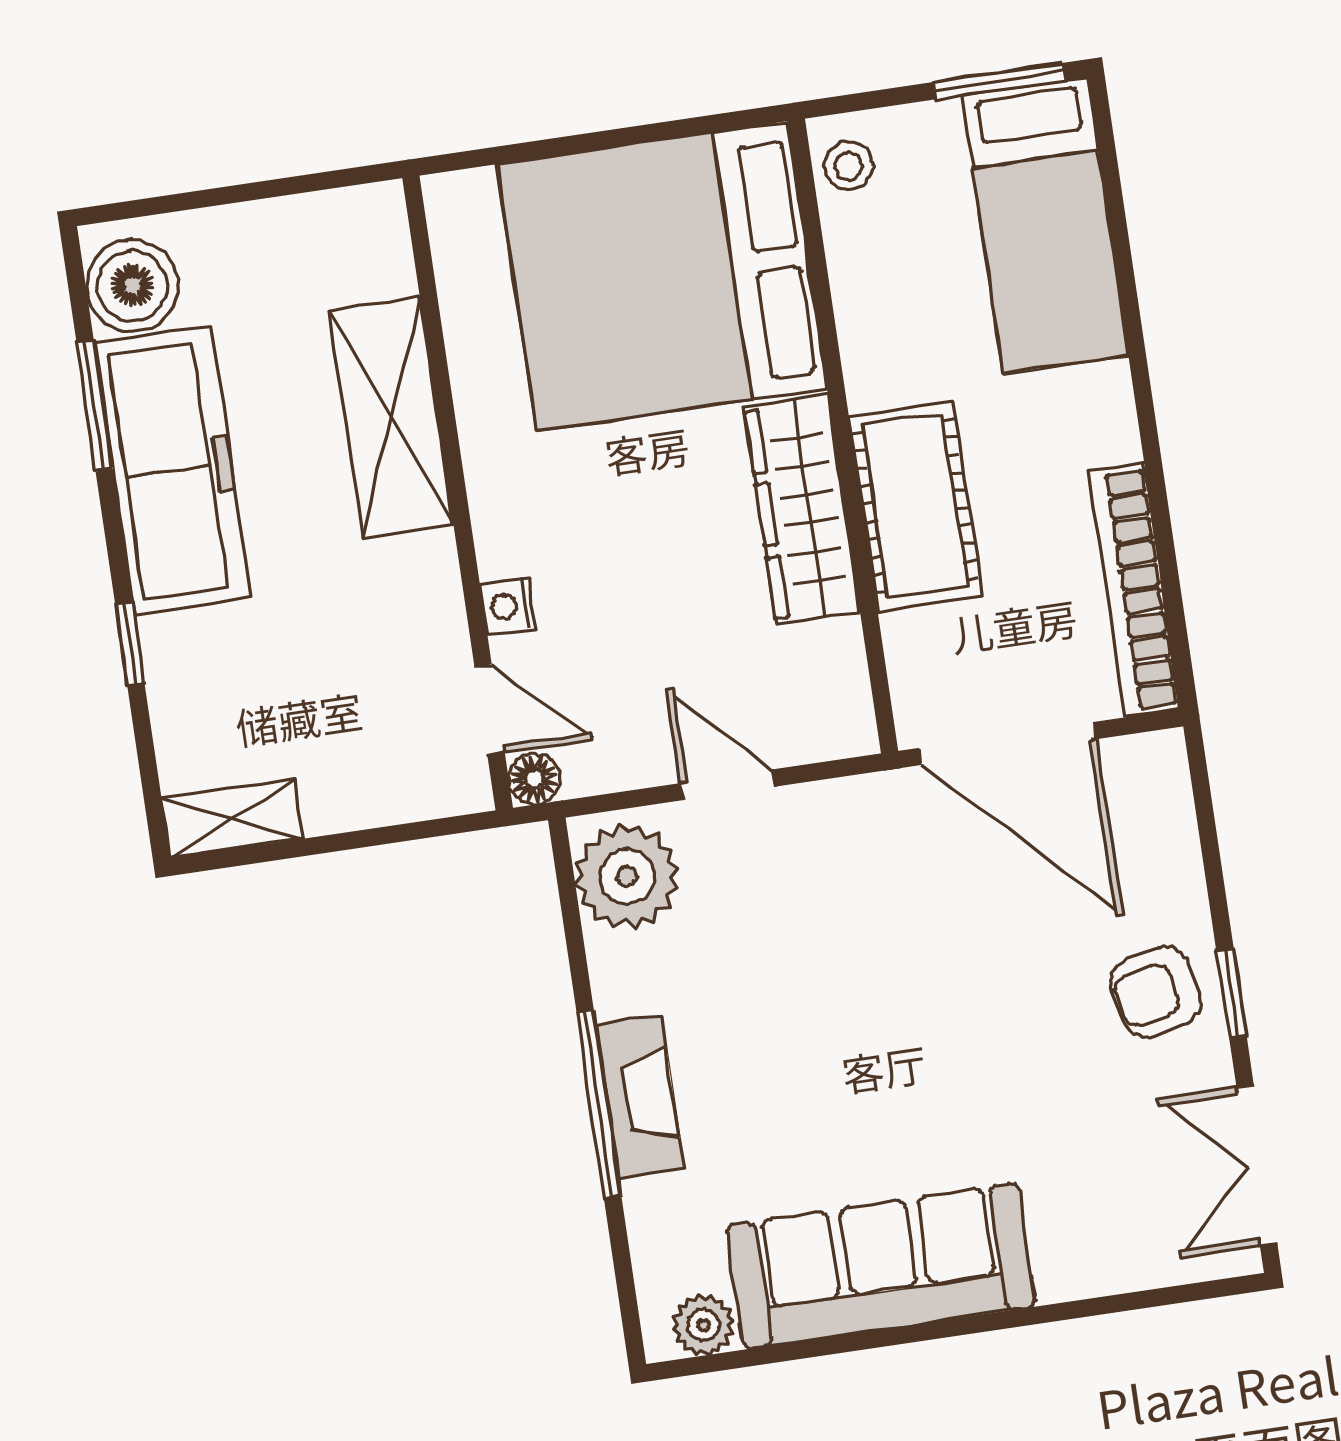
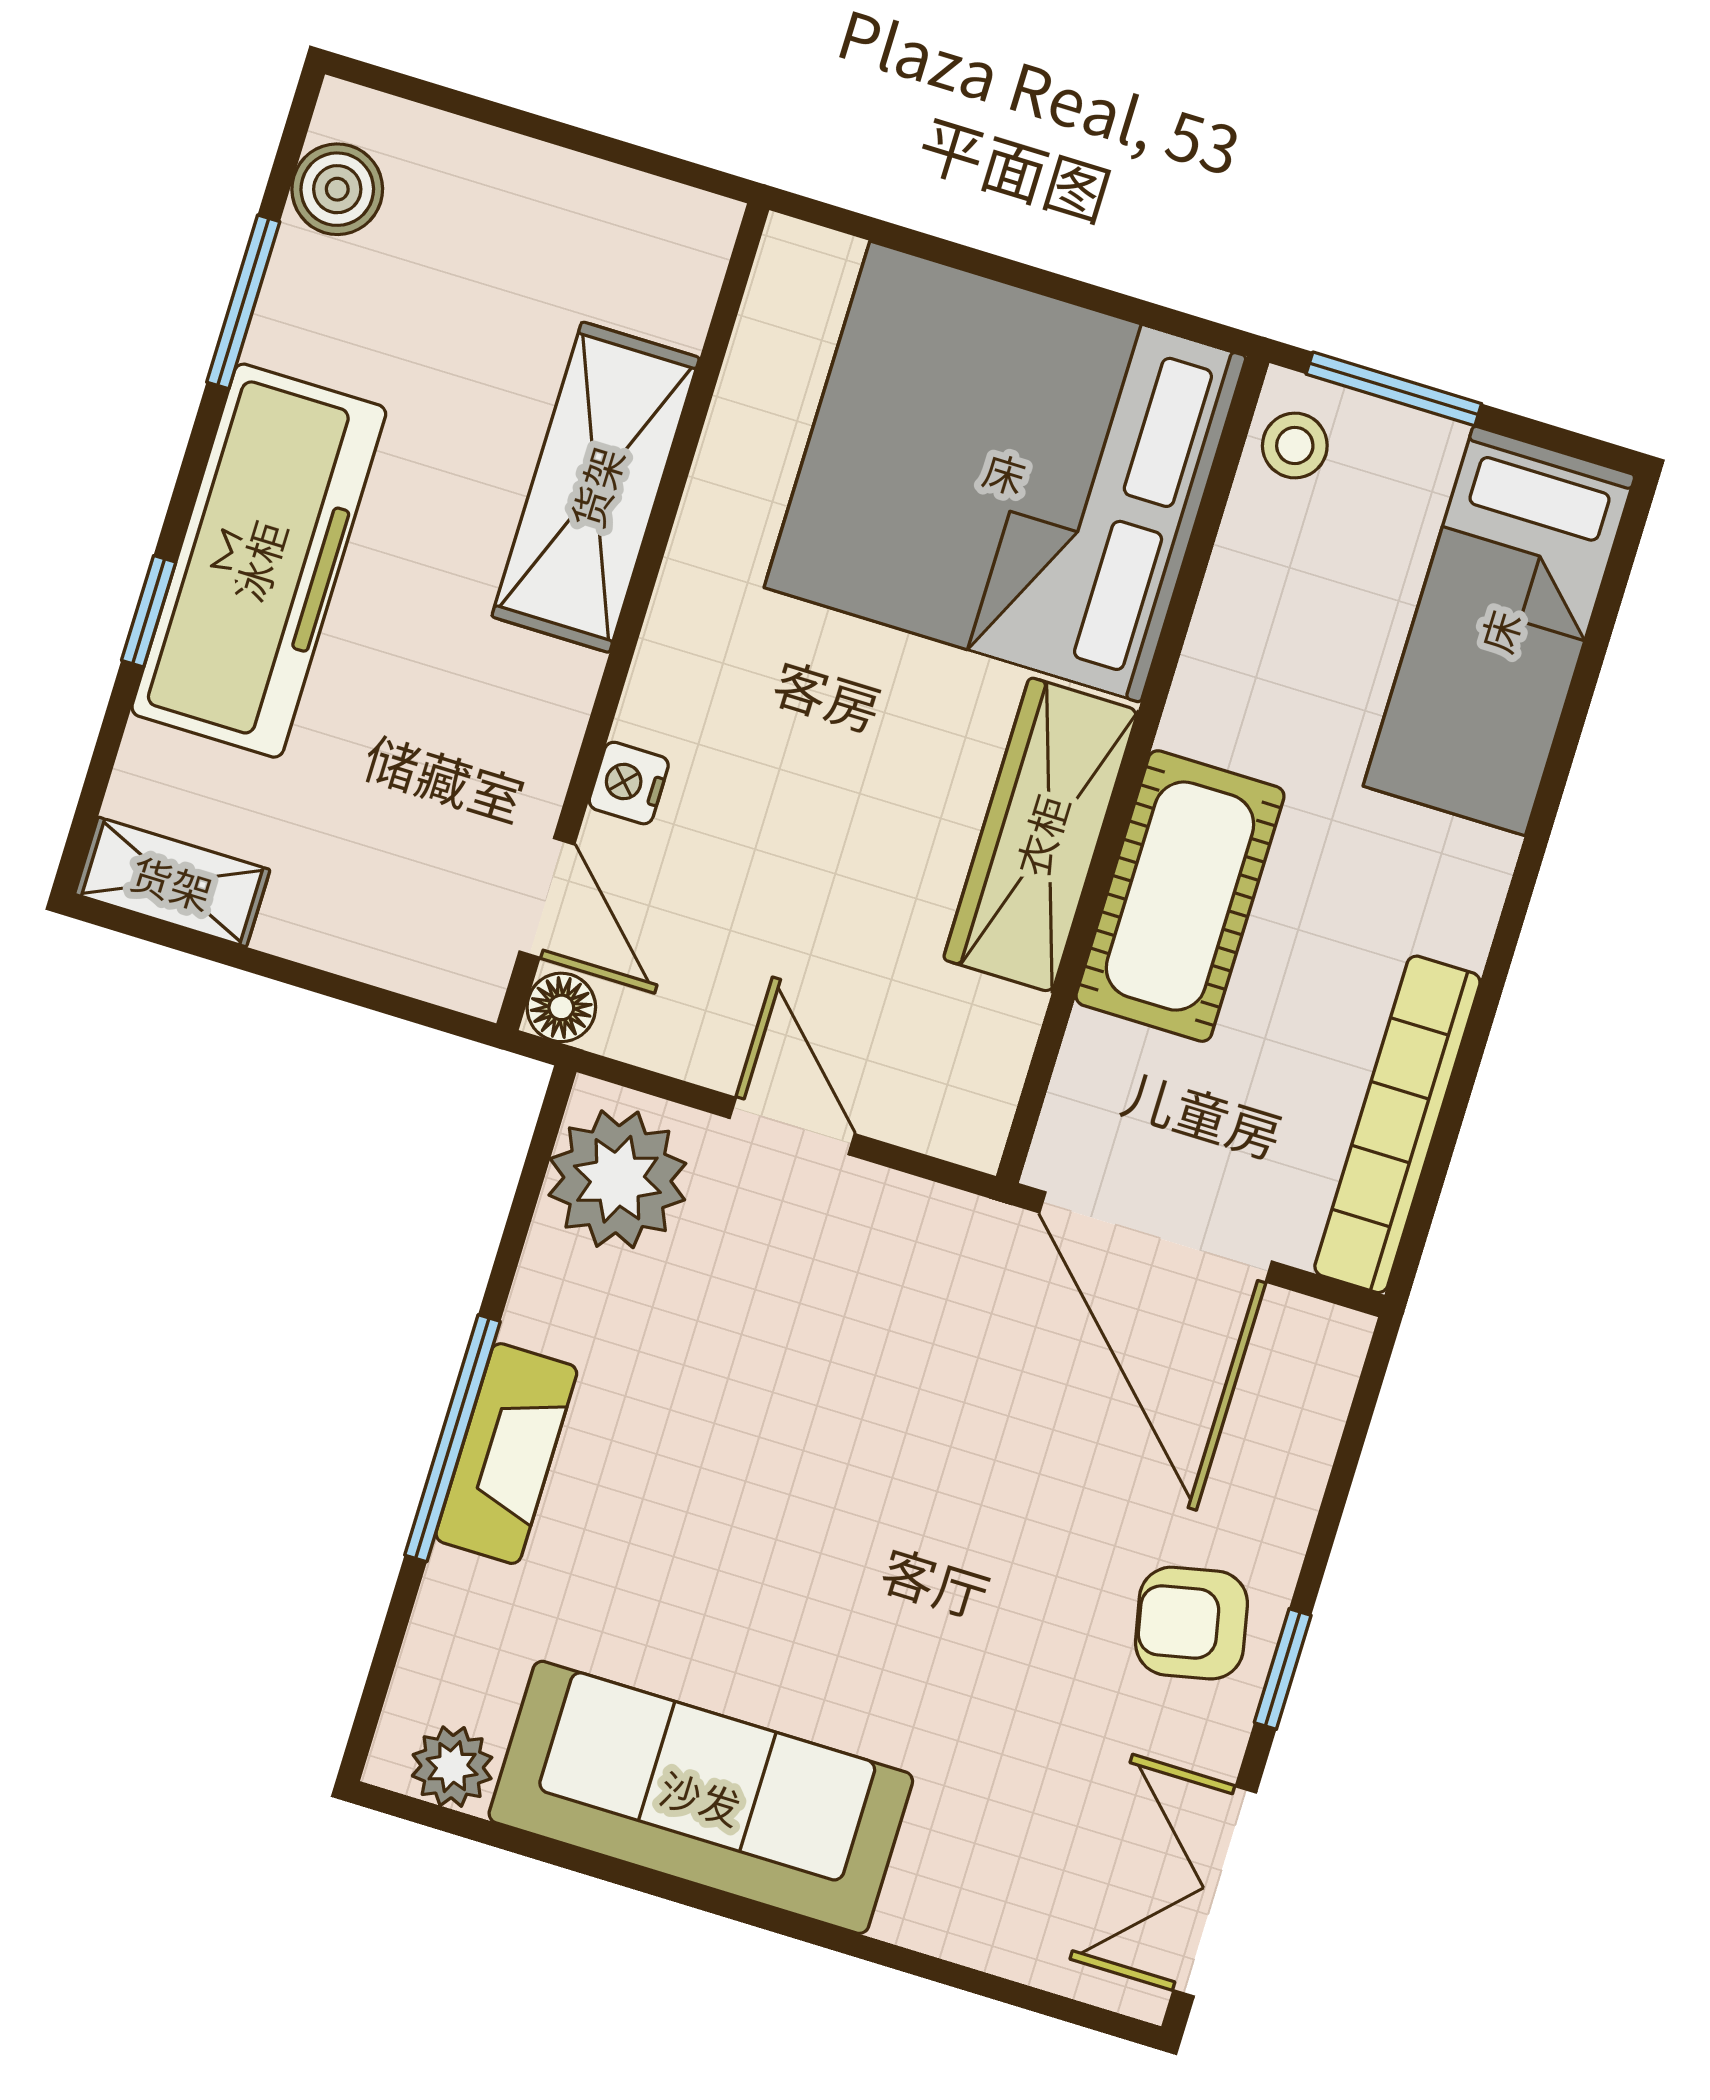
window: (999, 81) -> (1394, 389), moved
boiler: (132, 286) -> (337, 189), width x0.73, depth x0.73
freezer: (172, 471) -> (259, 561), moved

